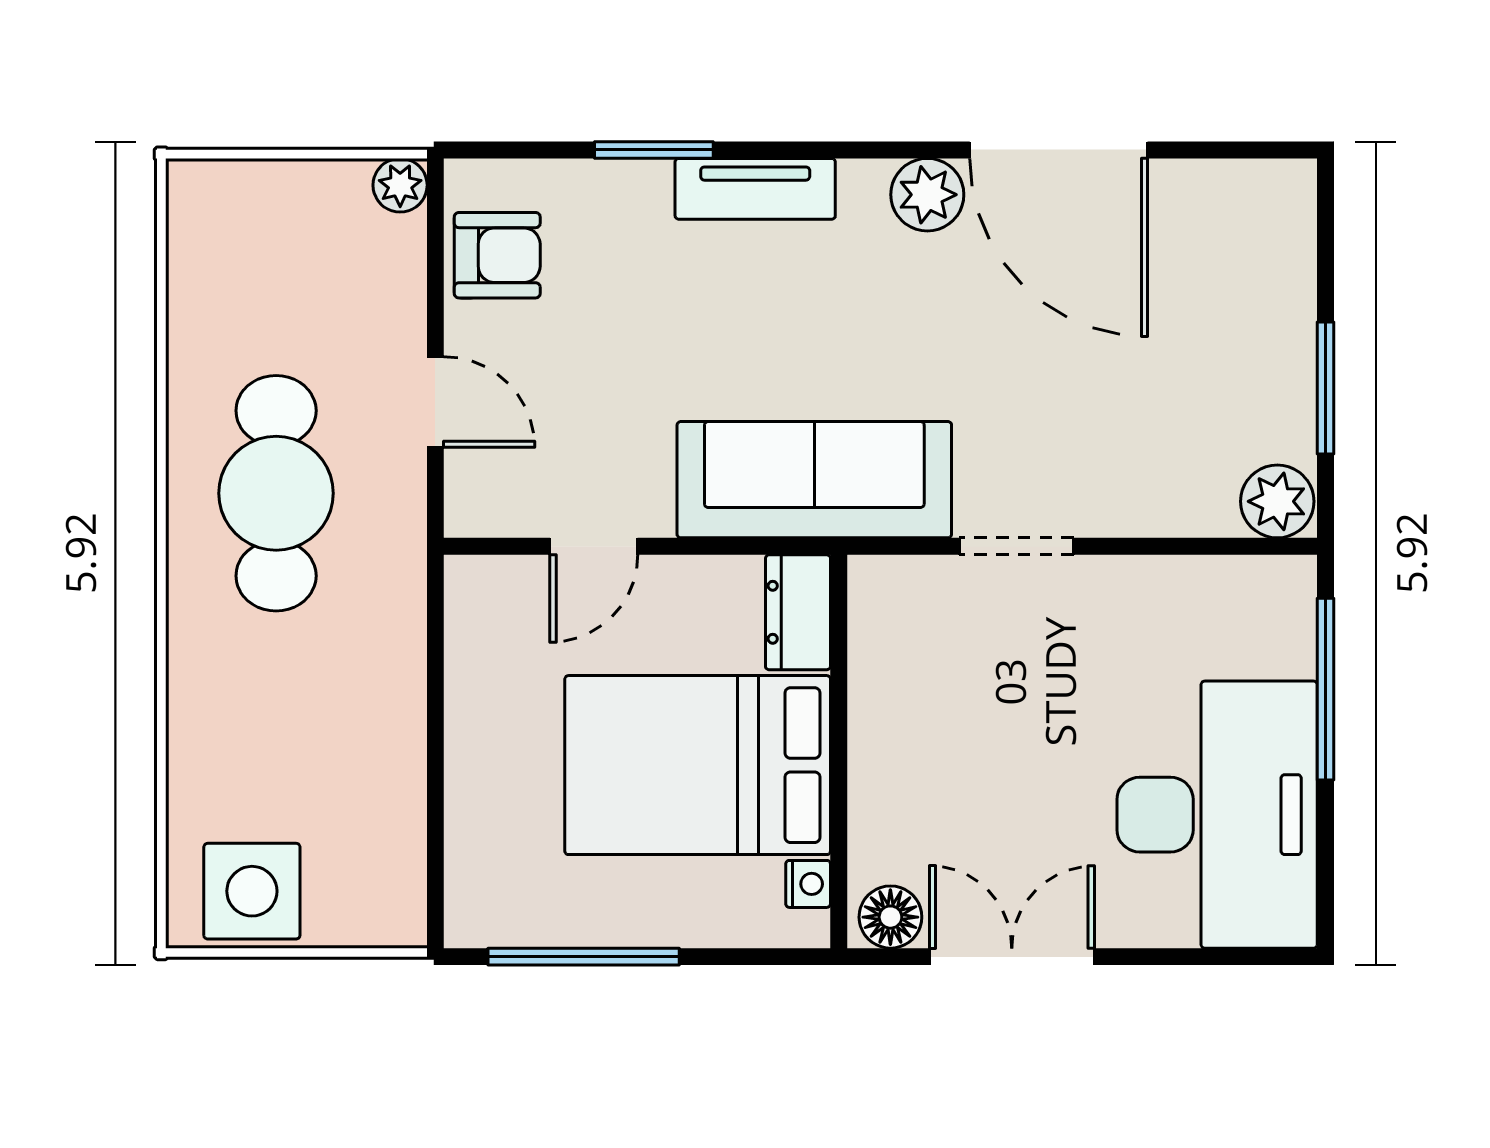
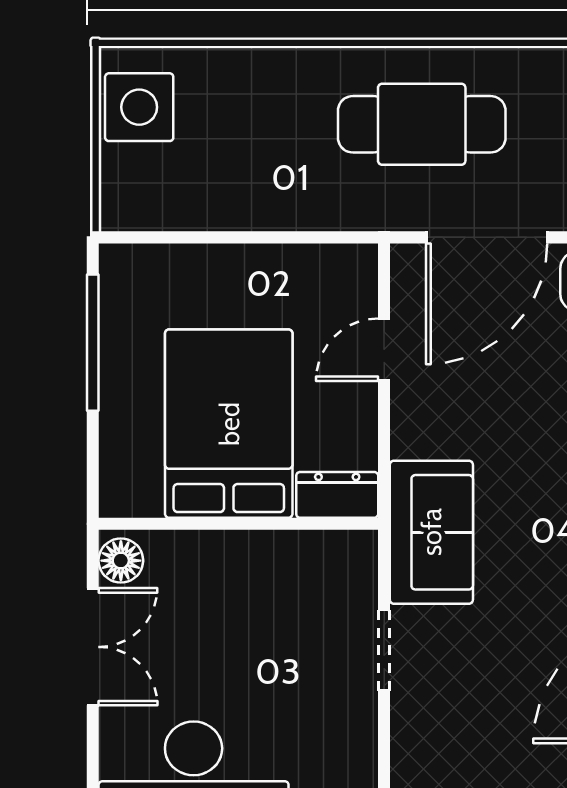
door: (435, 402) -> (487, 237), width x1.87
sofa: (814, 480) -> (431, 532), width x0.73
door: (594, 546) -> (384, 350), hinge flipped
nightstand: (808, 884) -> (144, 502), removed

